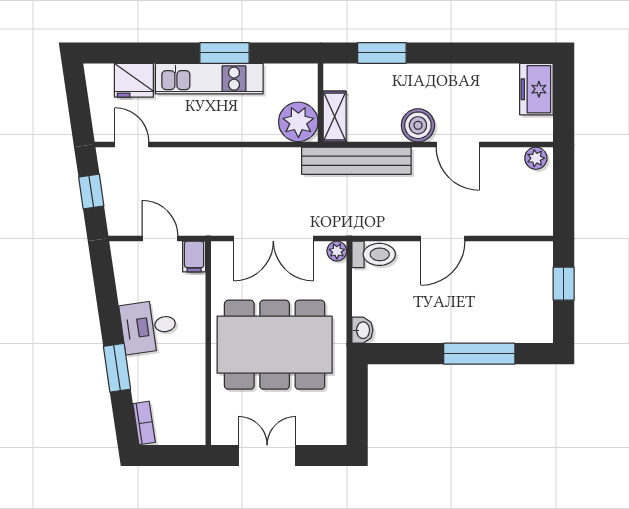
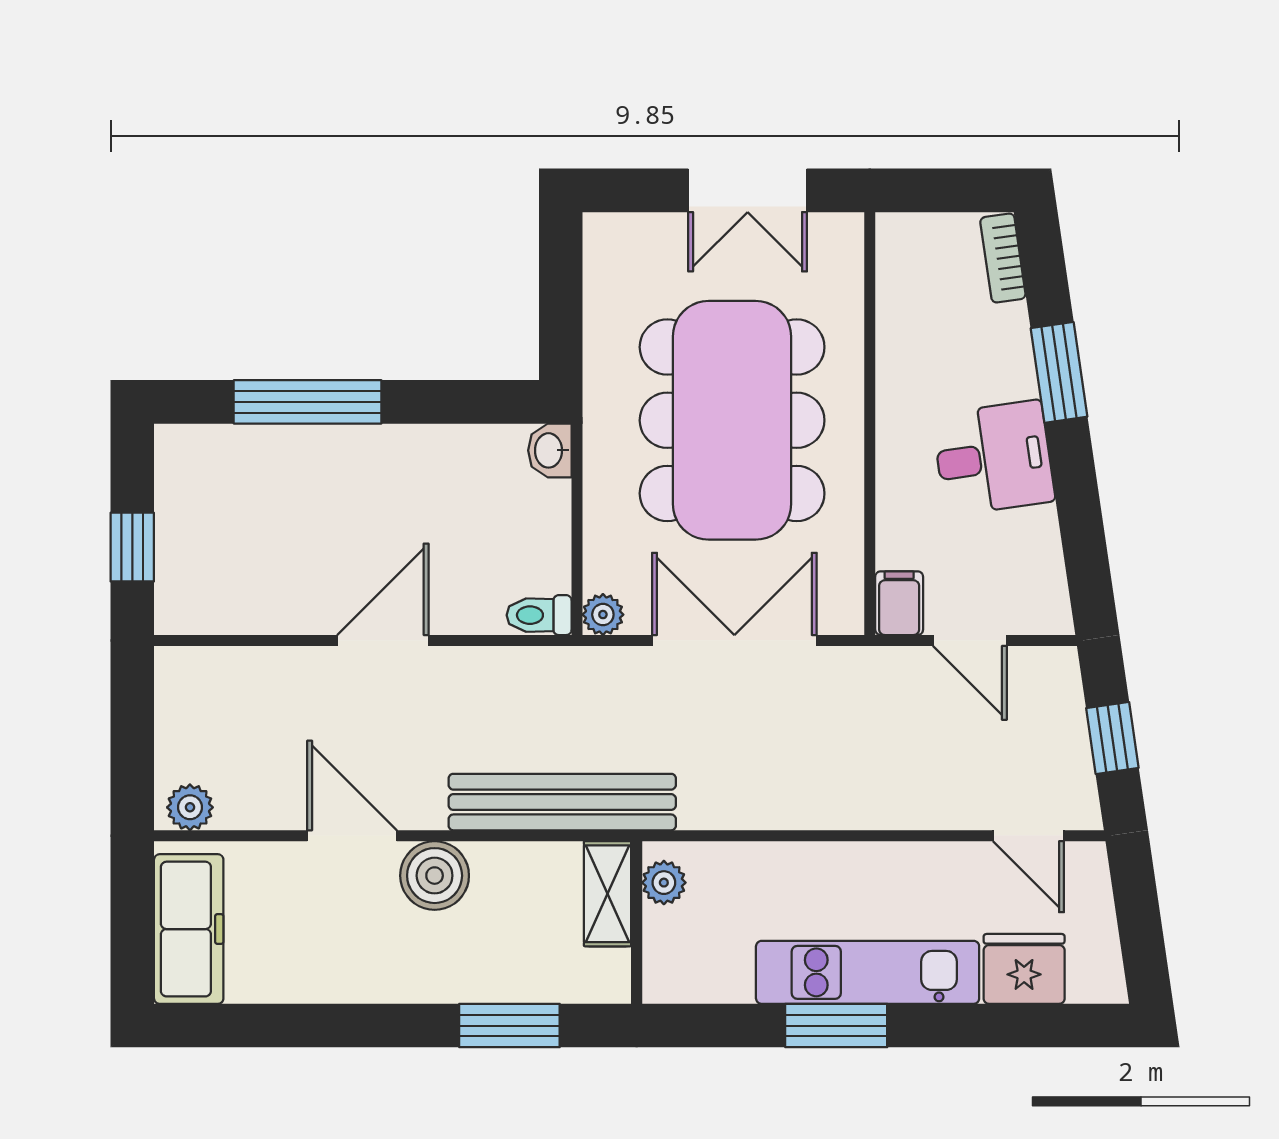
freezer: (536, 89) -> (189, 929), width x1.40
plant: (298, 122) -> (664, 883), width x0.53, depth x0.53
toilet: (374, 254) -> (539, 615), width x0.73, depth x0.72
dining table: (275, 345) -> (732, 420), turned 90

